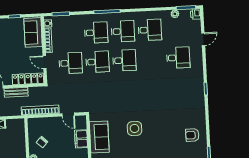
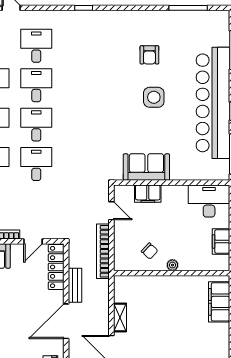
desk: (71, 63) -> (36, 85), moved
door: (68, 115) -> (111, 211), hinge flipped
side table: (134, 128) -> (154, 97), moved
armchair: (192, 135) -> (149, 55), moved

